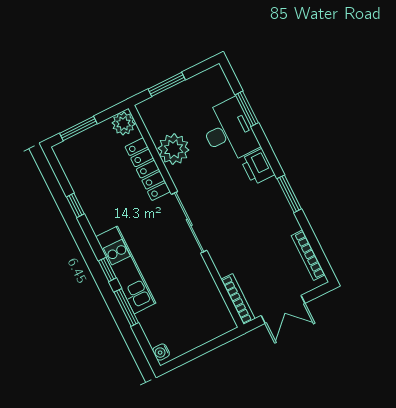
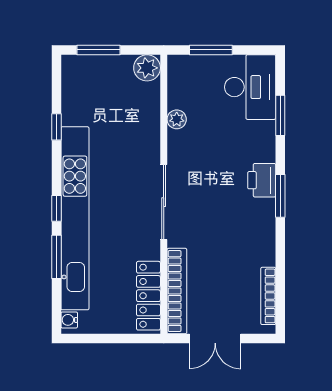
desk: (229, 131) -> (250, 87), moved
plant: (174, 149) -> (177, 119), width x0.53, depth x0.53
locker: (148, 169) -> (148, 296), moved
window: (289, 194) -> (280, 196), moved
kitchen unit: (126, 270) -> (75, 218), width x1.86
bookcase: (238, 299) -> (177, 291), width x1.48, depth x1.31

